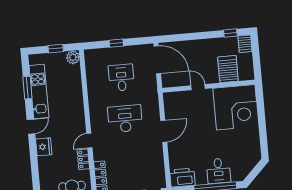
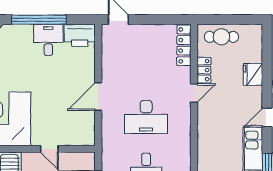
fridge: (44, 147) -> (253, 74), moved
desk: (218, 171) -> (48, 40), moved

